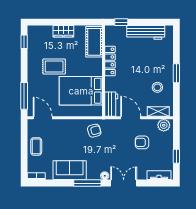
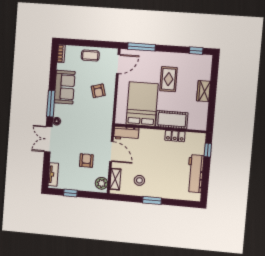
cot: (94, 42) -> (172, 120), moved
locker: (110, 61) -> (175, 136), width x0.66
door: (131, 118) -> (111, 152), hinge flipped
armchair: (94, 131) -> (98, 91), moved
double door: (124, 183) -> (48, 139), swing flipped

